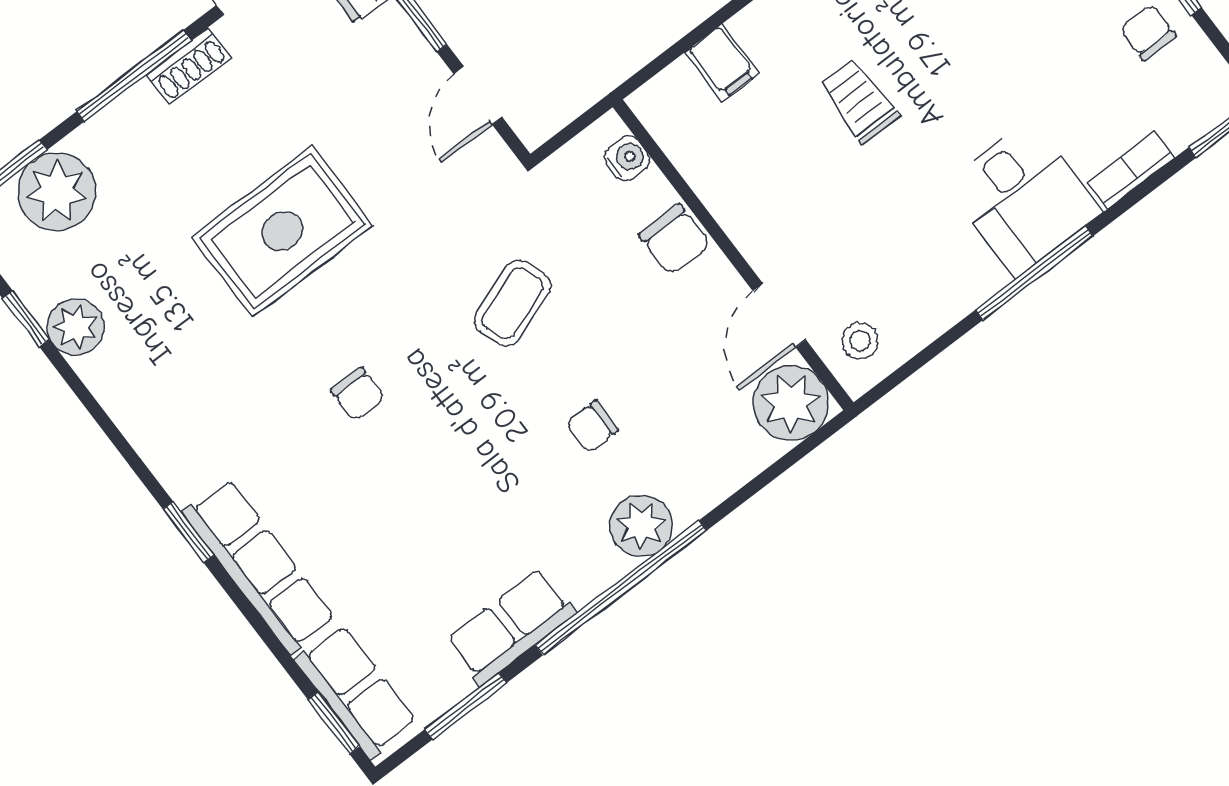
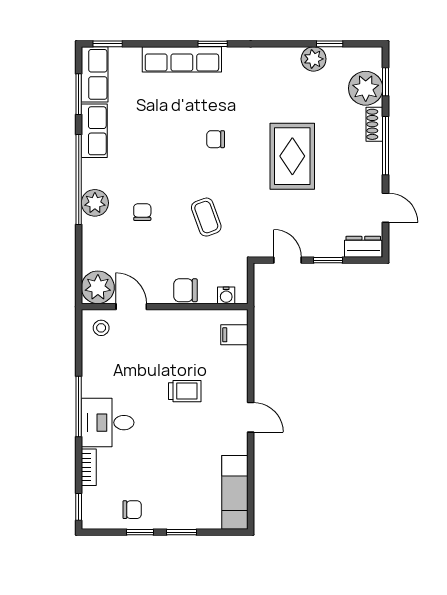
filing cabinet: (722, 63) -> (234, 335), moved
shoe rack: (189, 66) -> (374, 124), moved
row of seats: (356, 691) -> (95, 74), moved, turned -90

